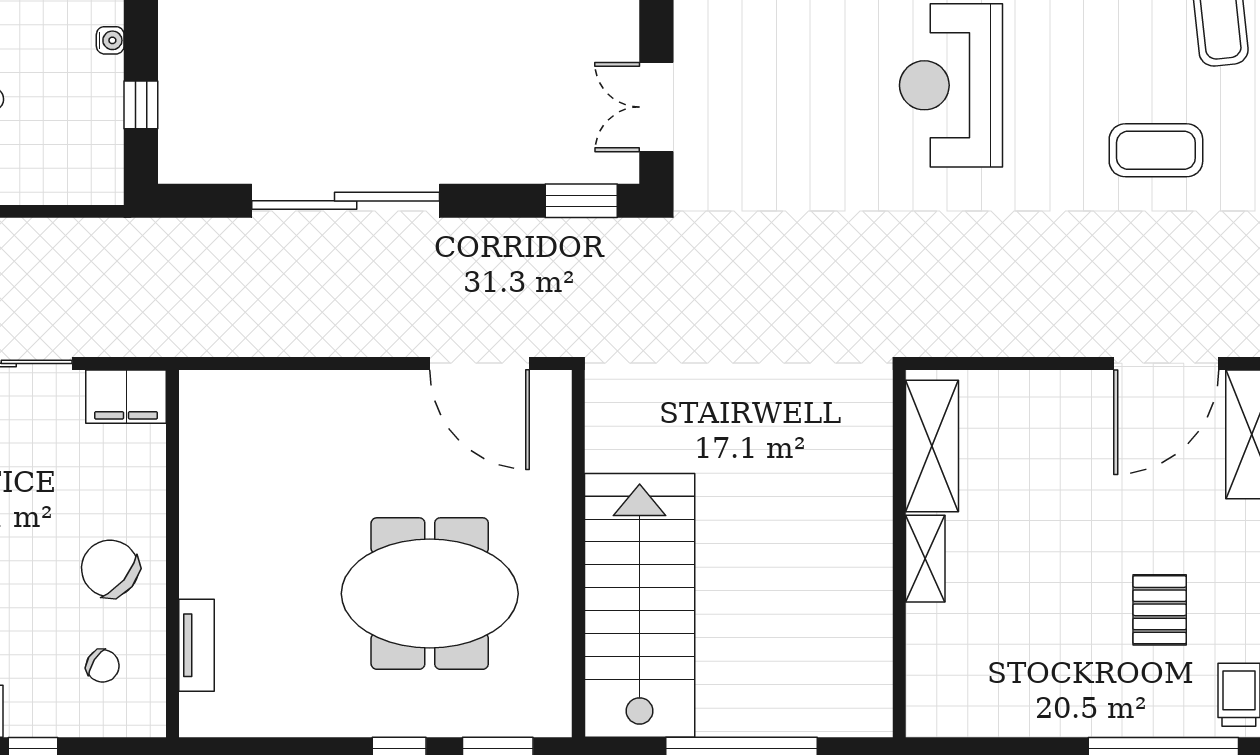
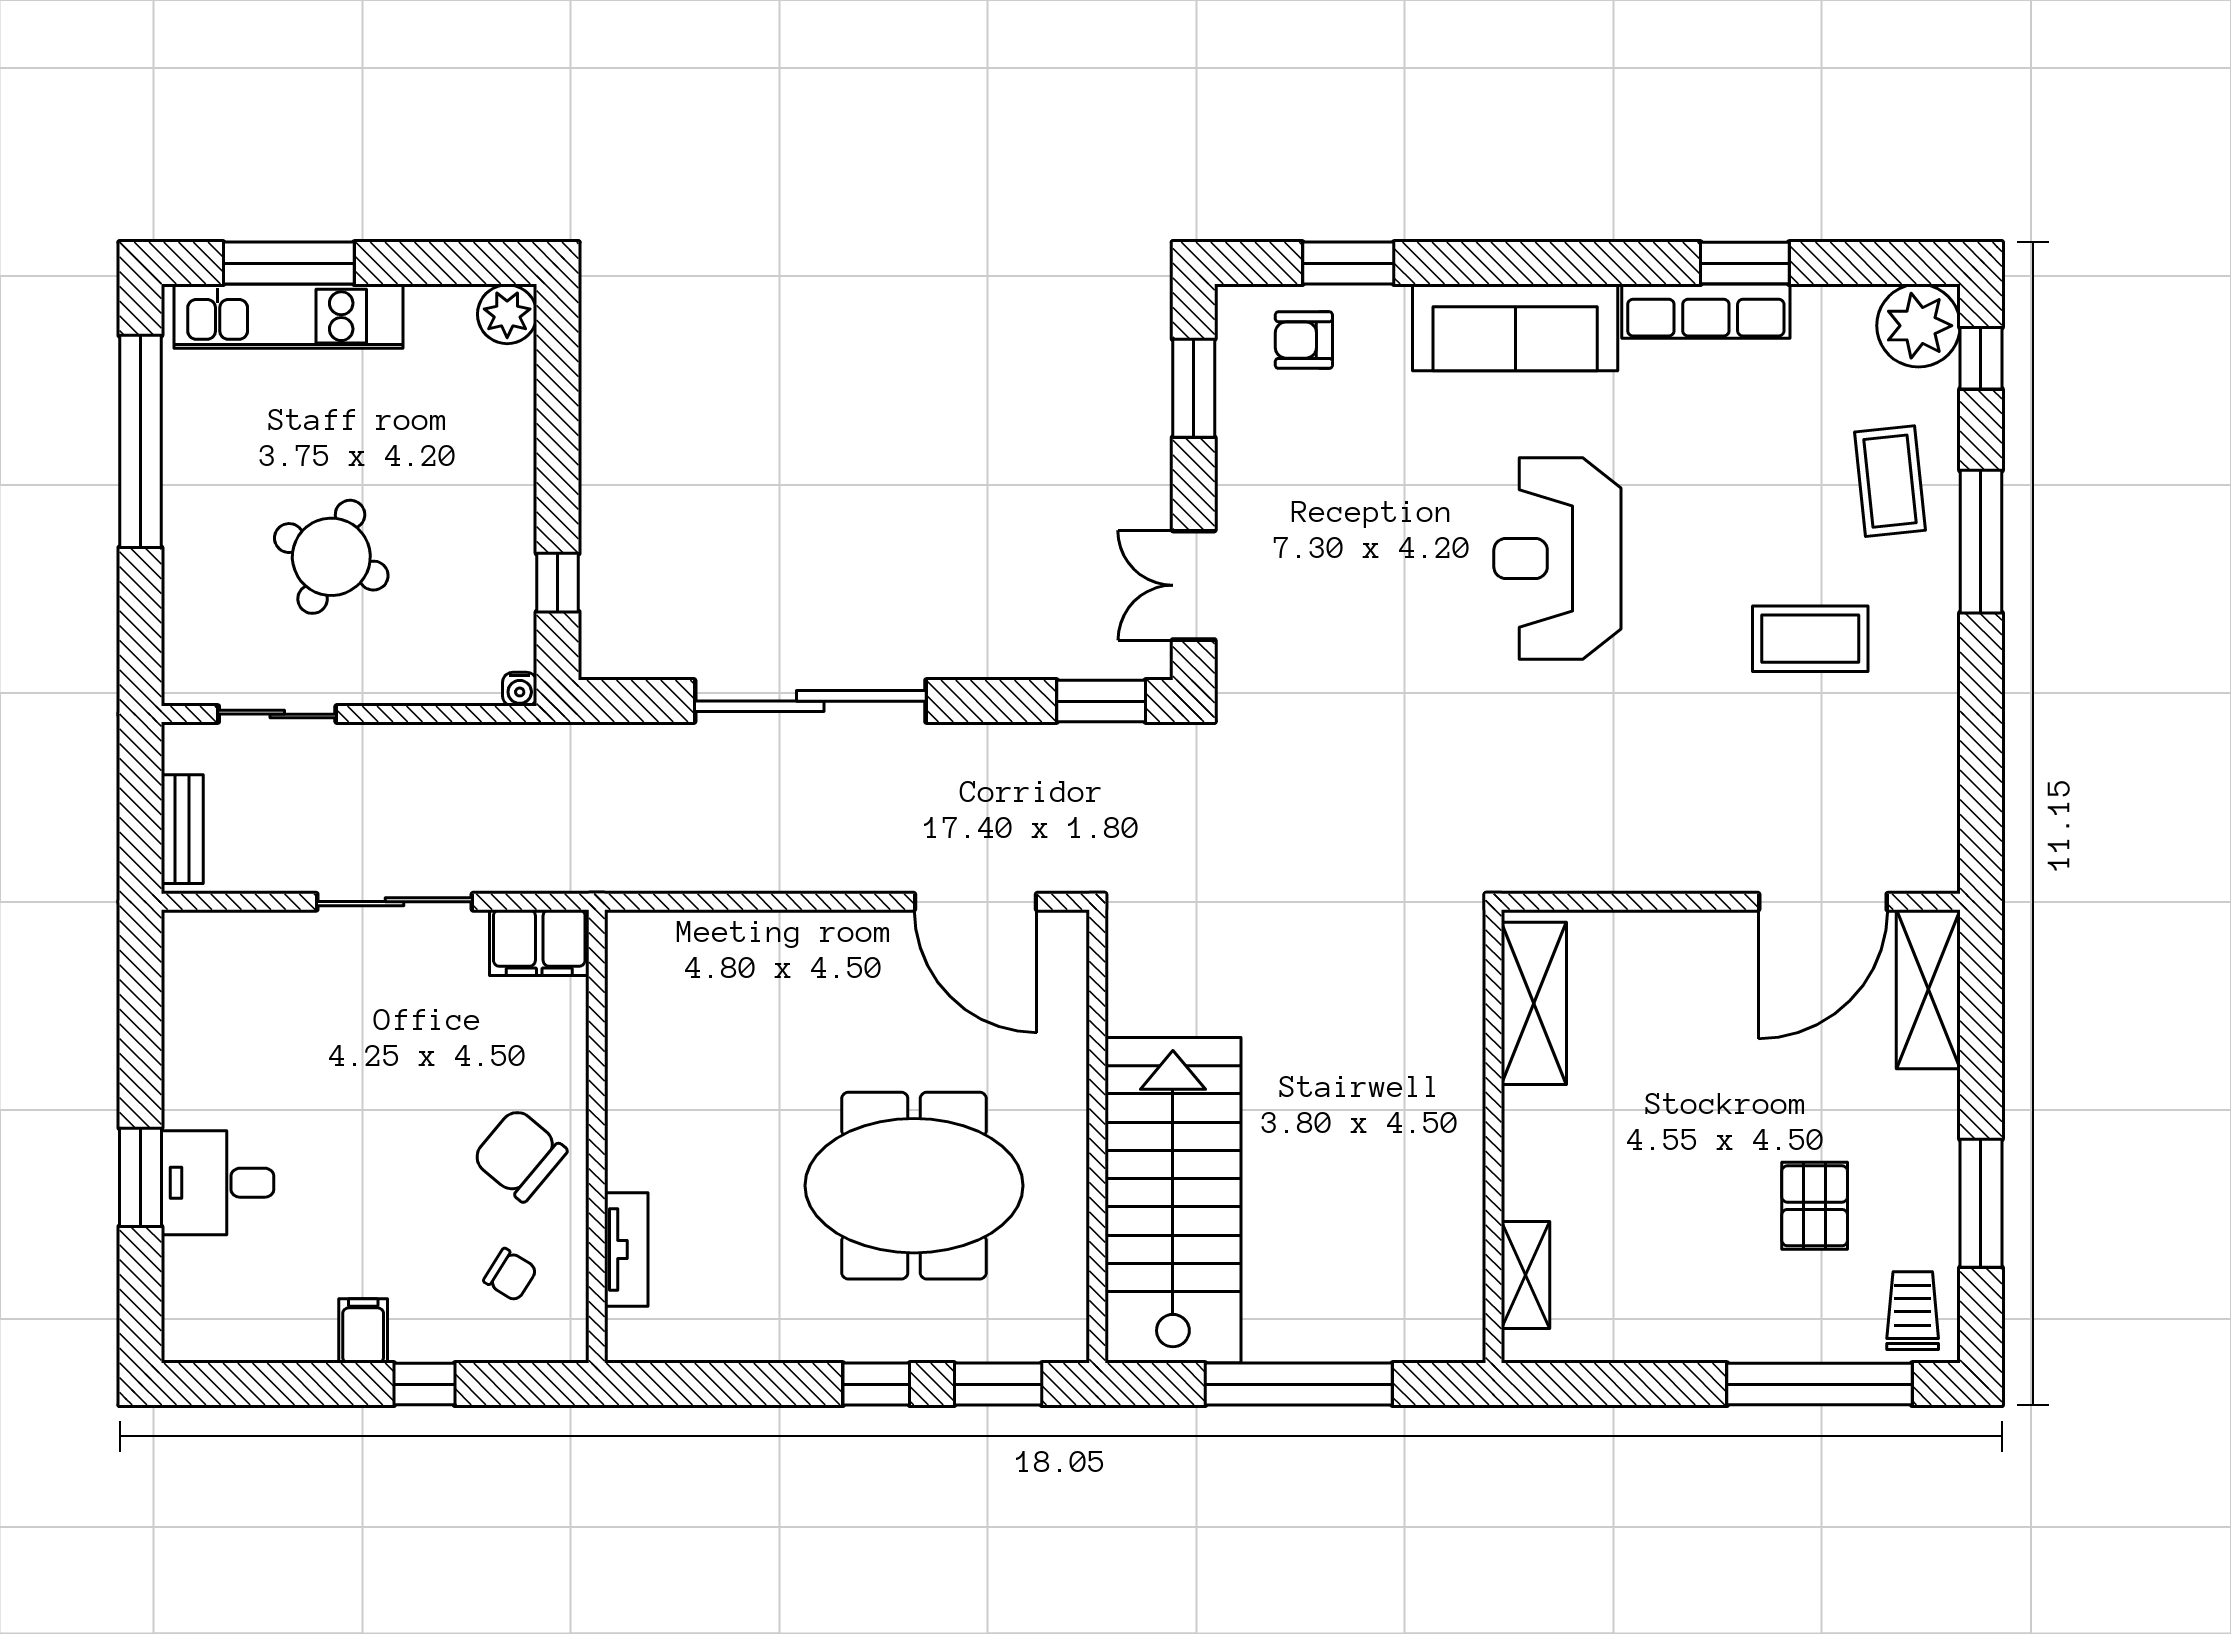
water cooler: (110, 40) -> (520, 689), moved, turned 90
shelving: (925, 559) -> (1525, 1275), moved

